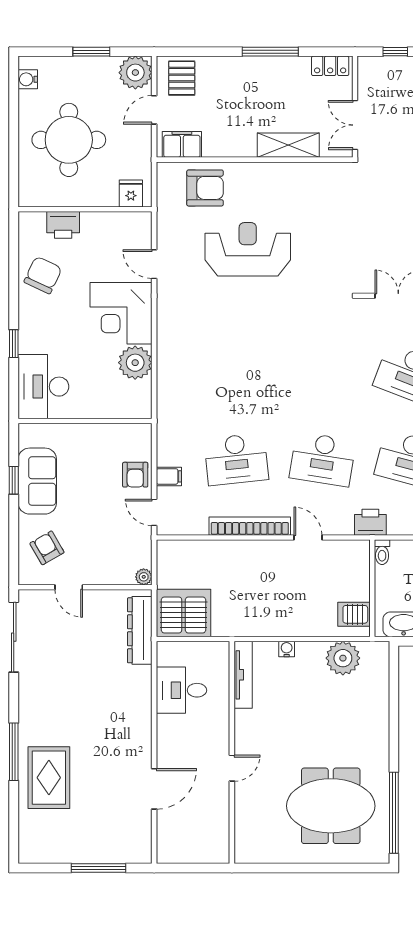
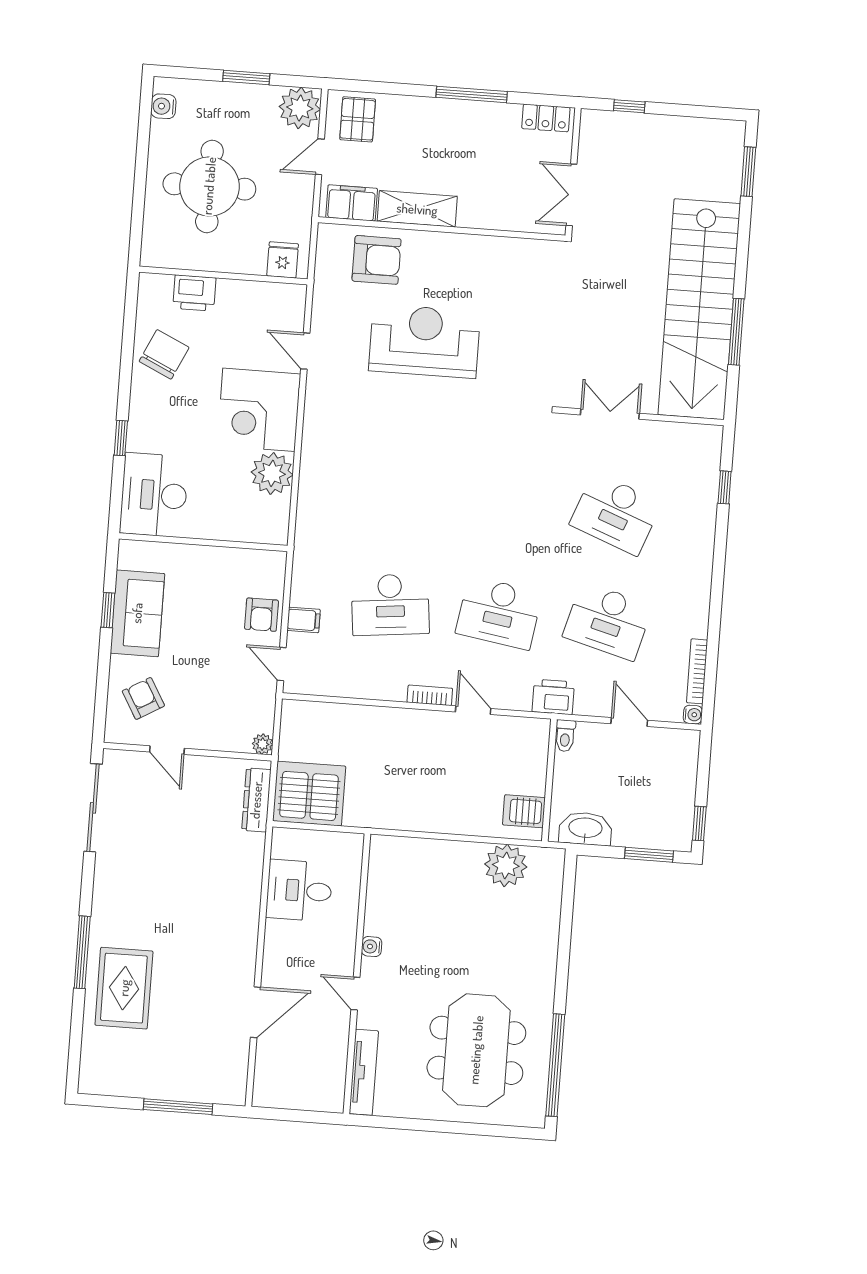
shelving: (288, 145) -> (417, 209), moved
bookcase: (250, 526) -> (430, 695), width x0.43, depth x0.76
dresser: (140, 630) -> (256, 800), width x0.73, depth x0.80
water cooler: (287, 649) -> (372, 947), moved, turned -90
tv unit: (243, 675) -> (364, 1072), moved
door: (232, 768) -> (355, 994), swing flipped
meeting table: (331, 806) -> (476, 1050), turned 90

